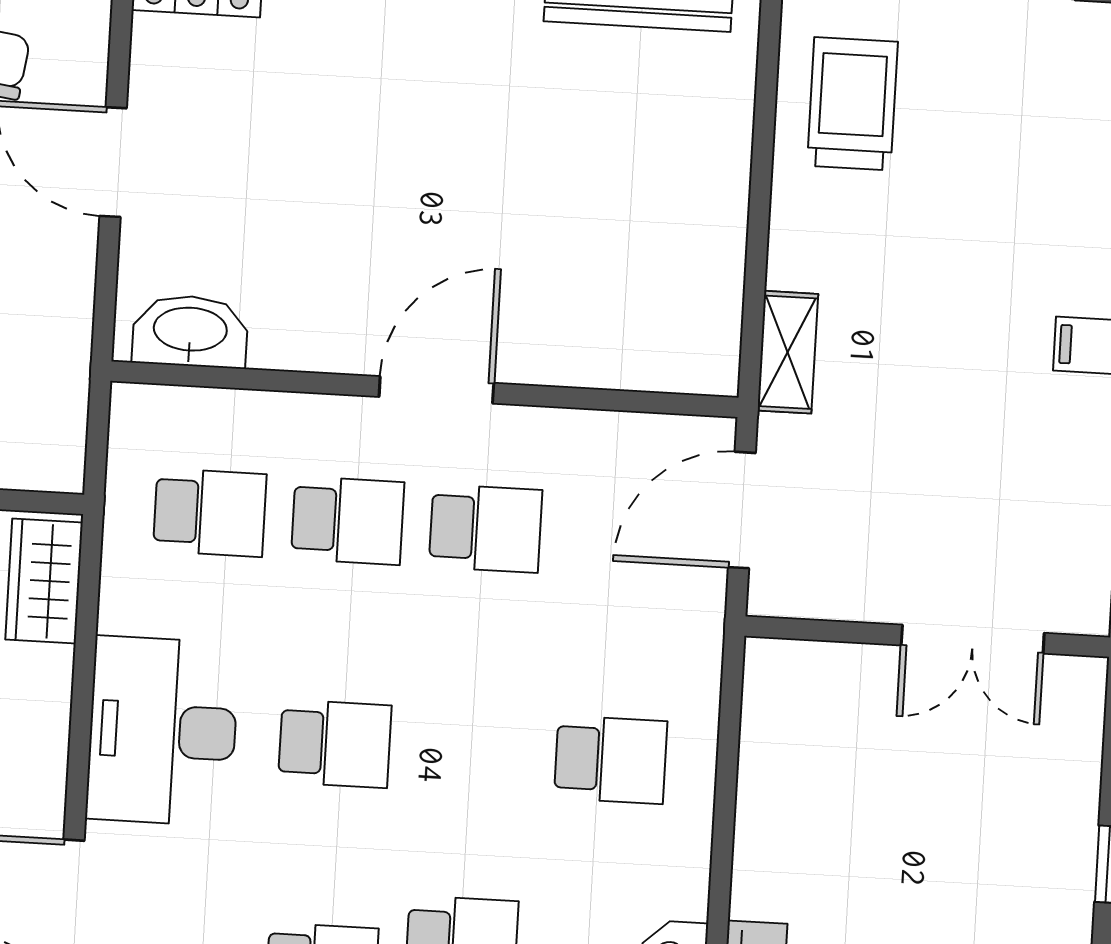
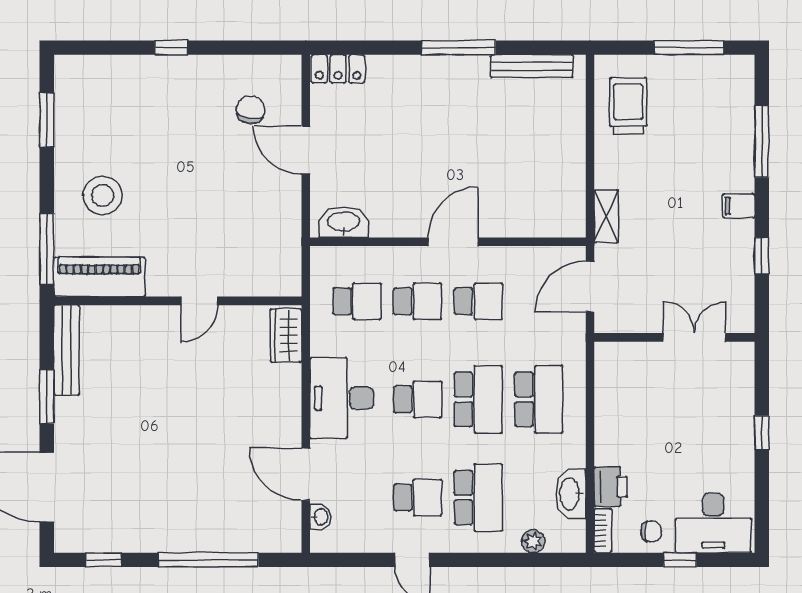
double door: (973, 639) -> (694, 337), swing flipped
school desk: (473, 752) -> (478, 399), added
school desk: (611, 760) -> (539, 399), width x1.85

